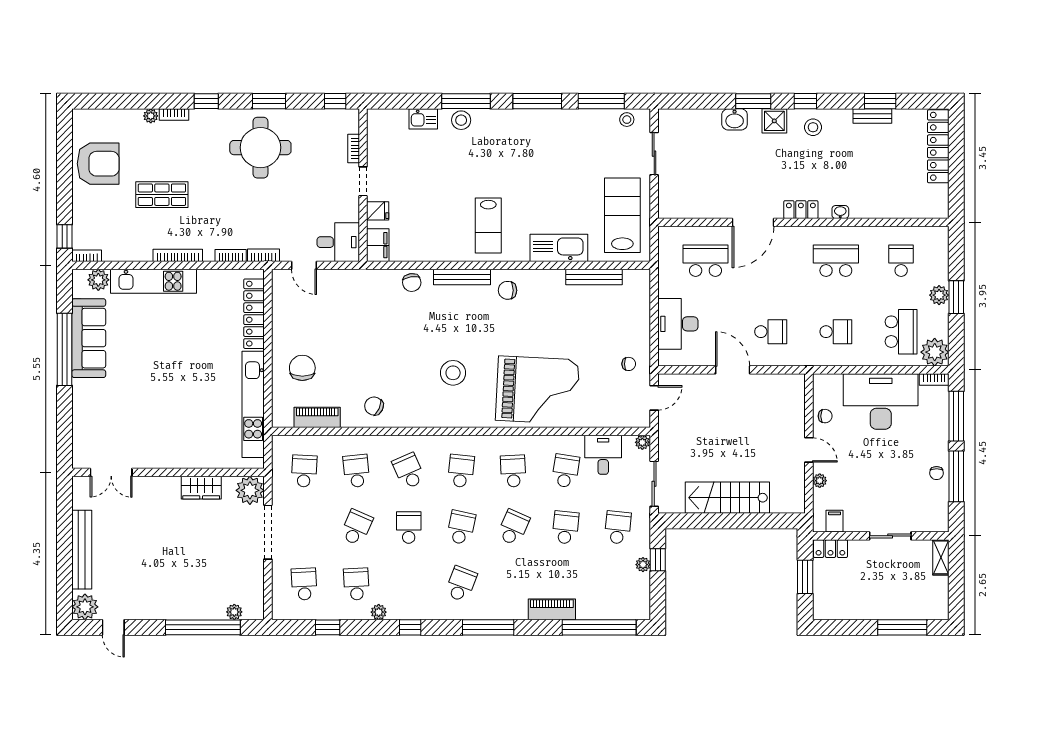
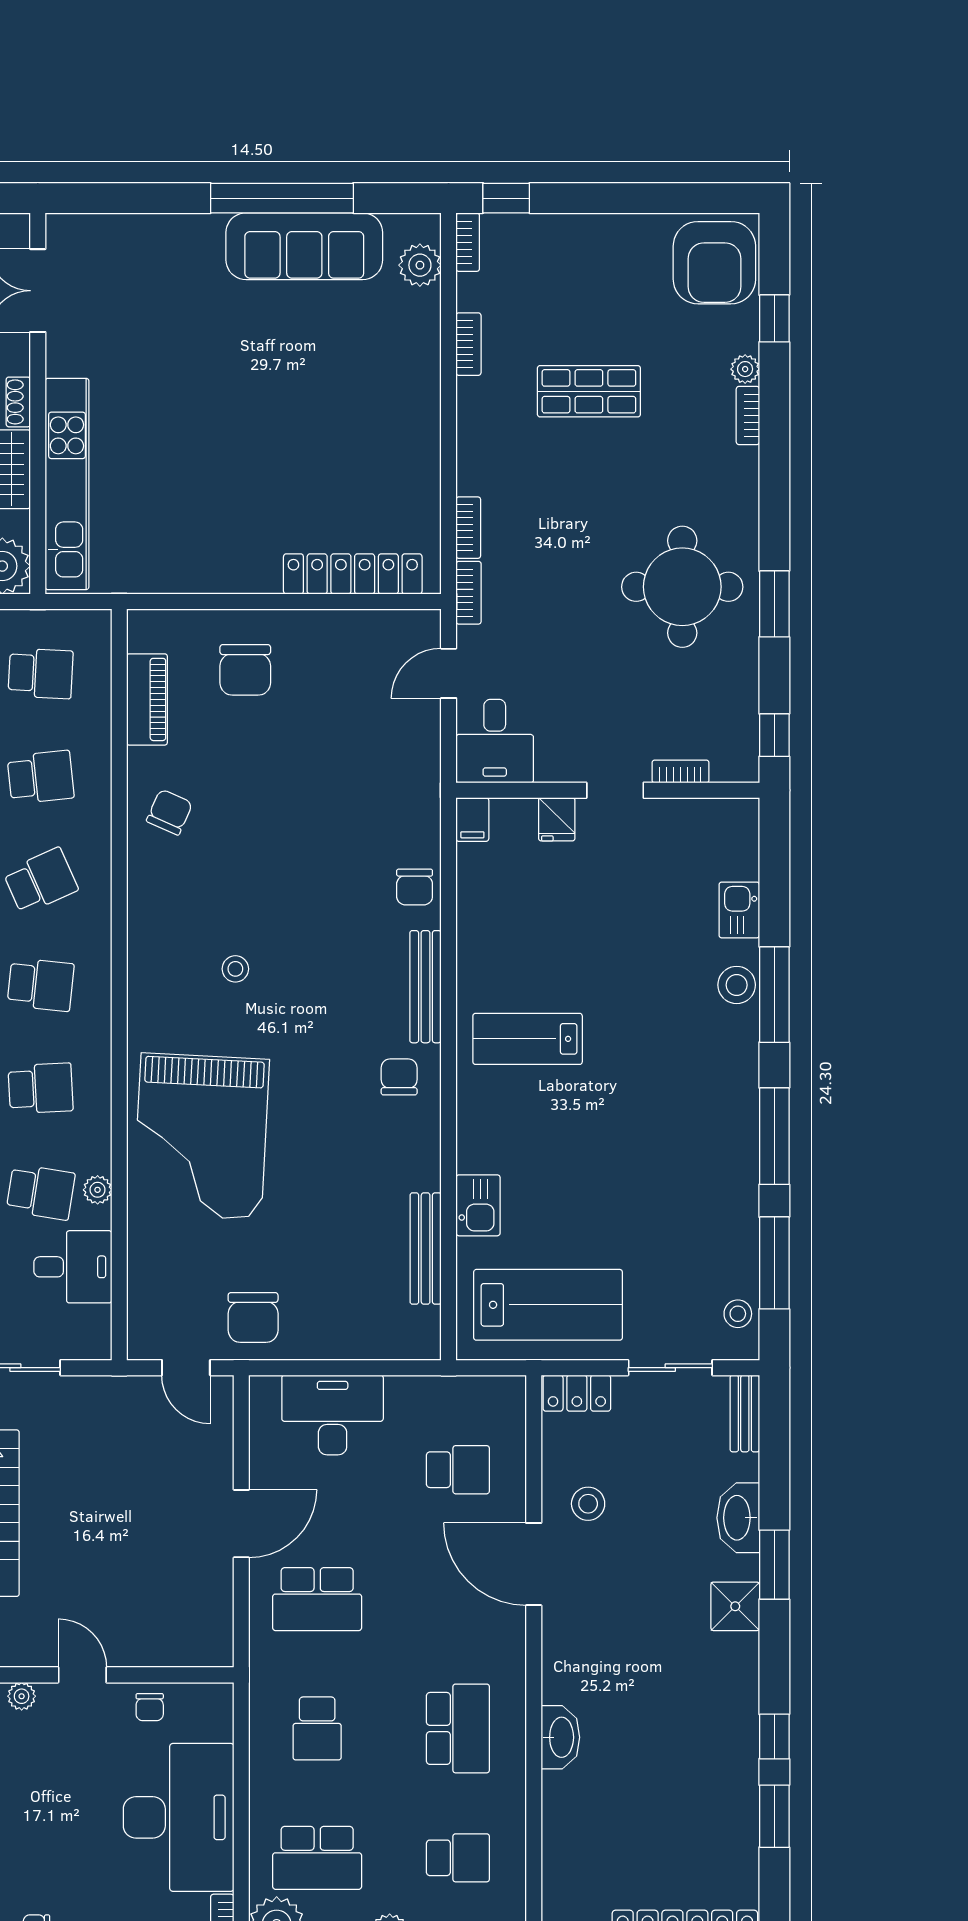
window: (206, 101) -> (774, 318), moved
window: (805, 101) -> (774, 1736), moved
bench: (872, 116) -> (745, 1413), moved
washbasin: (735, 119) -> (738, 1518), width x1.38
stool: (813, 127) -> (588, 1504), moved
armchair: (98, 164) -> (714, 263), moved
shop shelf: (162, 195) -> (589, 391), turned 90
locker: (801, 210) -> (577, 1393), moved, turned 90
washbasin: (840, 212) -> (560, 1737), width x1.91, depth x1.45
filing cabinet: (378, 245) -> (472, 820), width x0.50
kitchen sink: (559, 248) -> (478, 1205), width x0.53, depth x0.81
bookcase: (178, 255) -> (469, 344), moved, width x0.64
school desk: (705, 261) -> (458, 1470), width x0.54
kitchen unit: (153, 281) -> (417, 374), removed
chair: (412, 283) -> (415, 887), turned -82
school desk: (771, 332) -> (317, 1599), width x1.85
chair: (629, 364) -> (253, 1317), width x1.87, depth x1.87
chair: (302, 368) -> (245, 670), turned 90
stool: (453, 373) -> (235, 969), width x0.53, depth x0.53
kitchen unit: (253, 404) -> (67, 484), moved, turned 90
plant: (642, 442) -> (98, 1190), moved
door: (809, 450) -> (82, 1675), swing flipped
shoe rack: (167, 482) -> (18, 402), added

